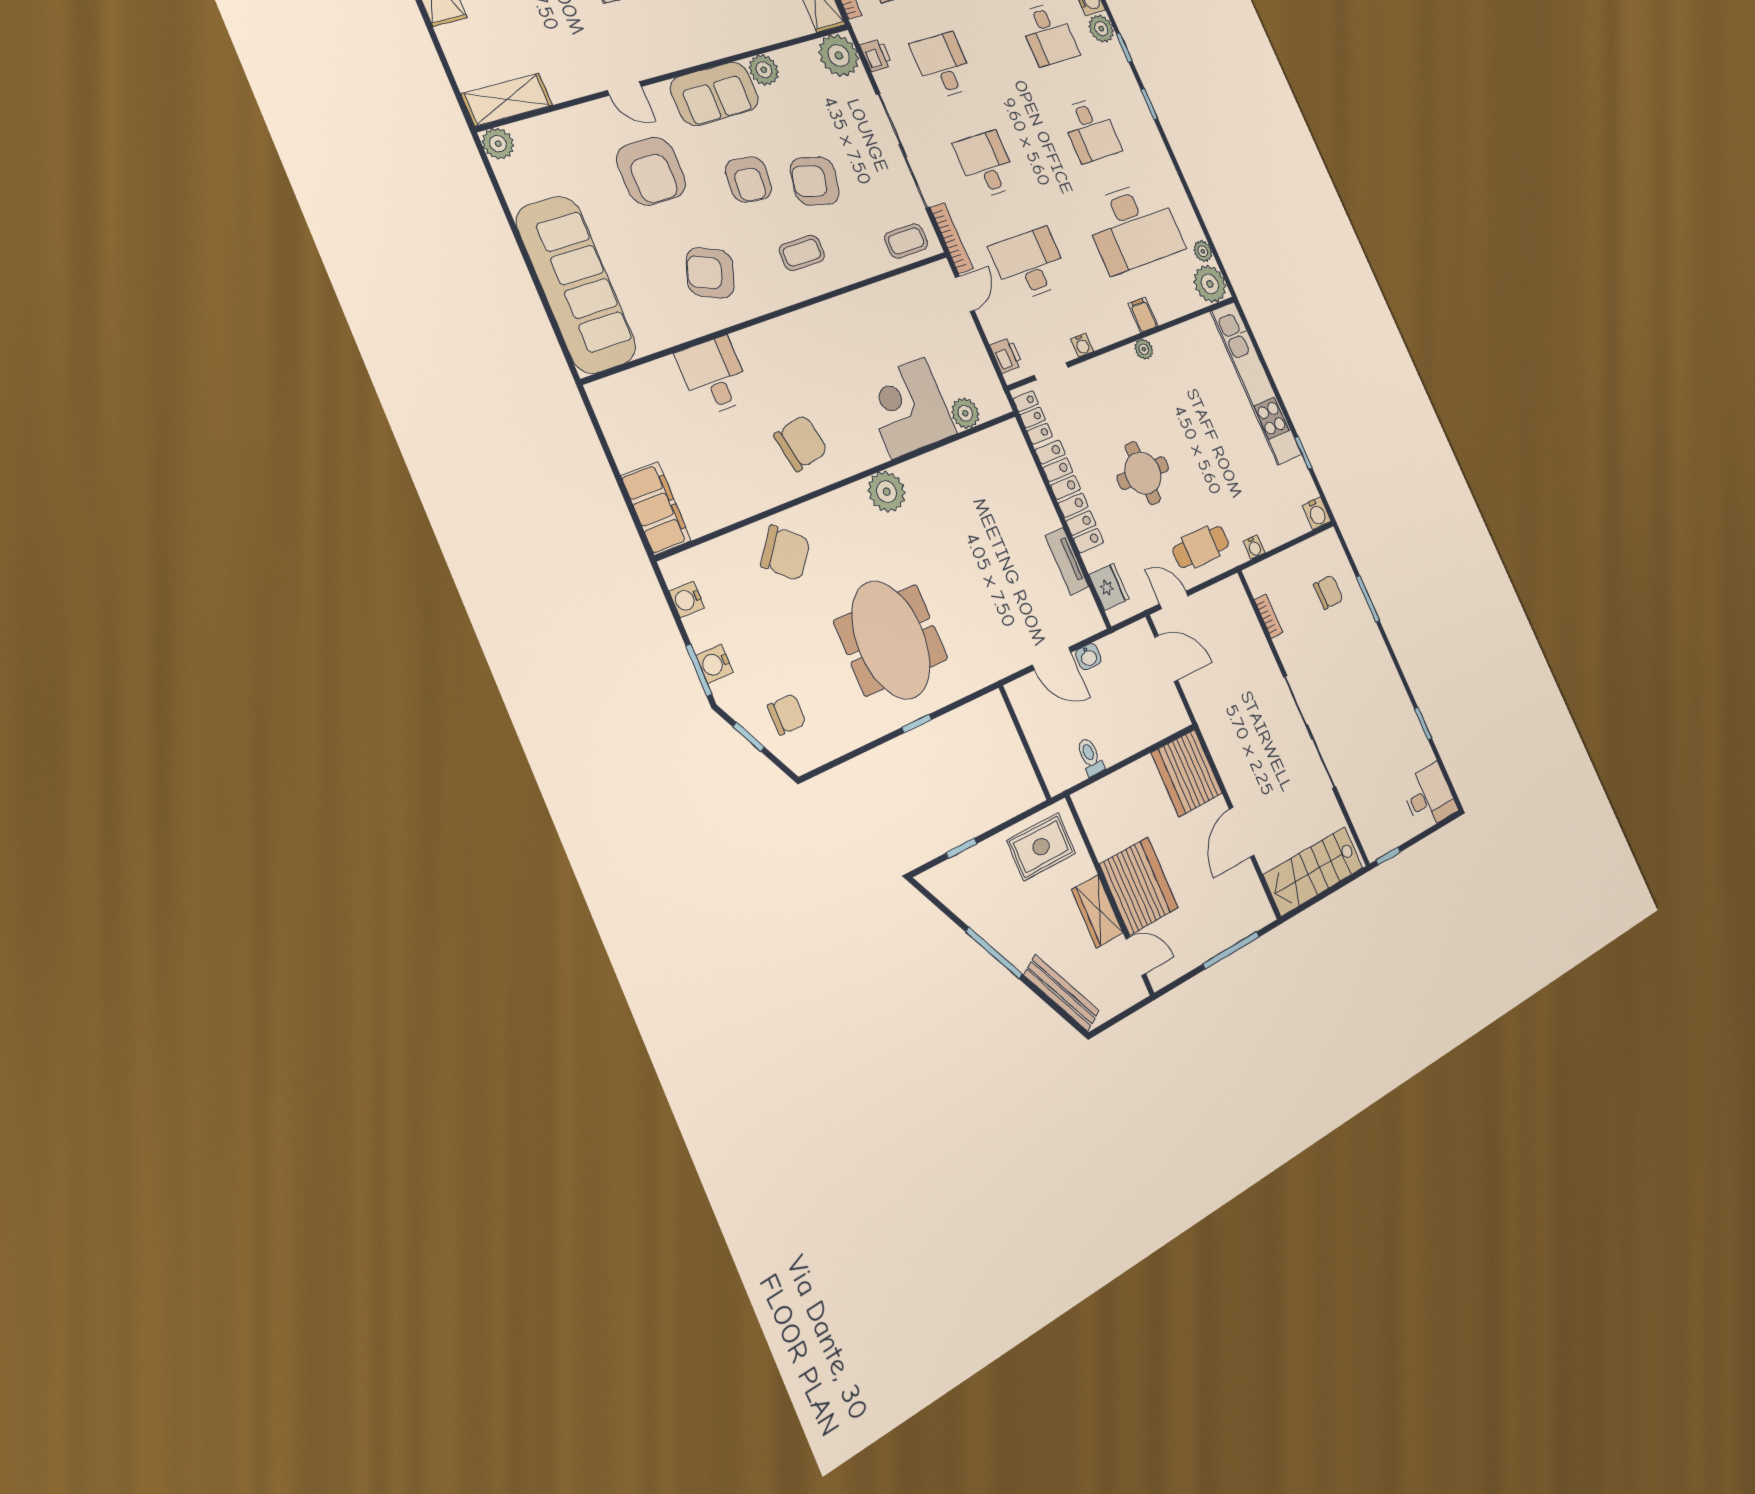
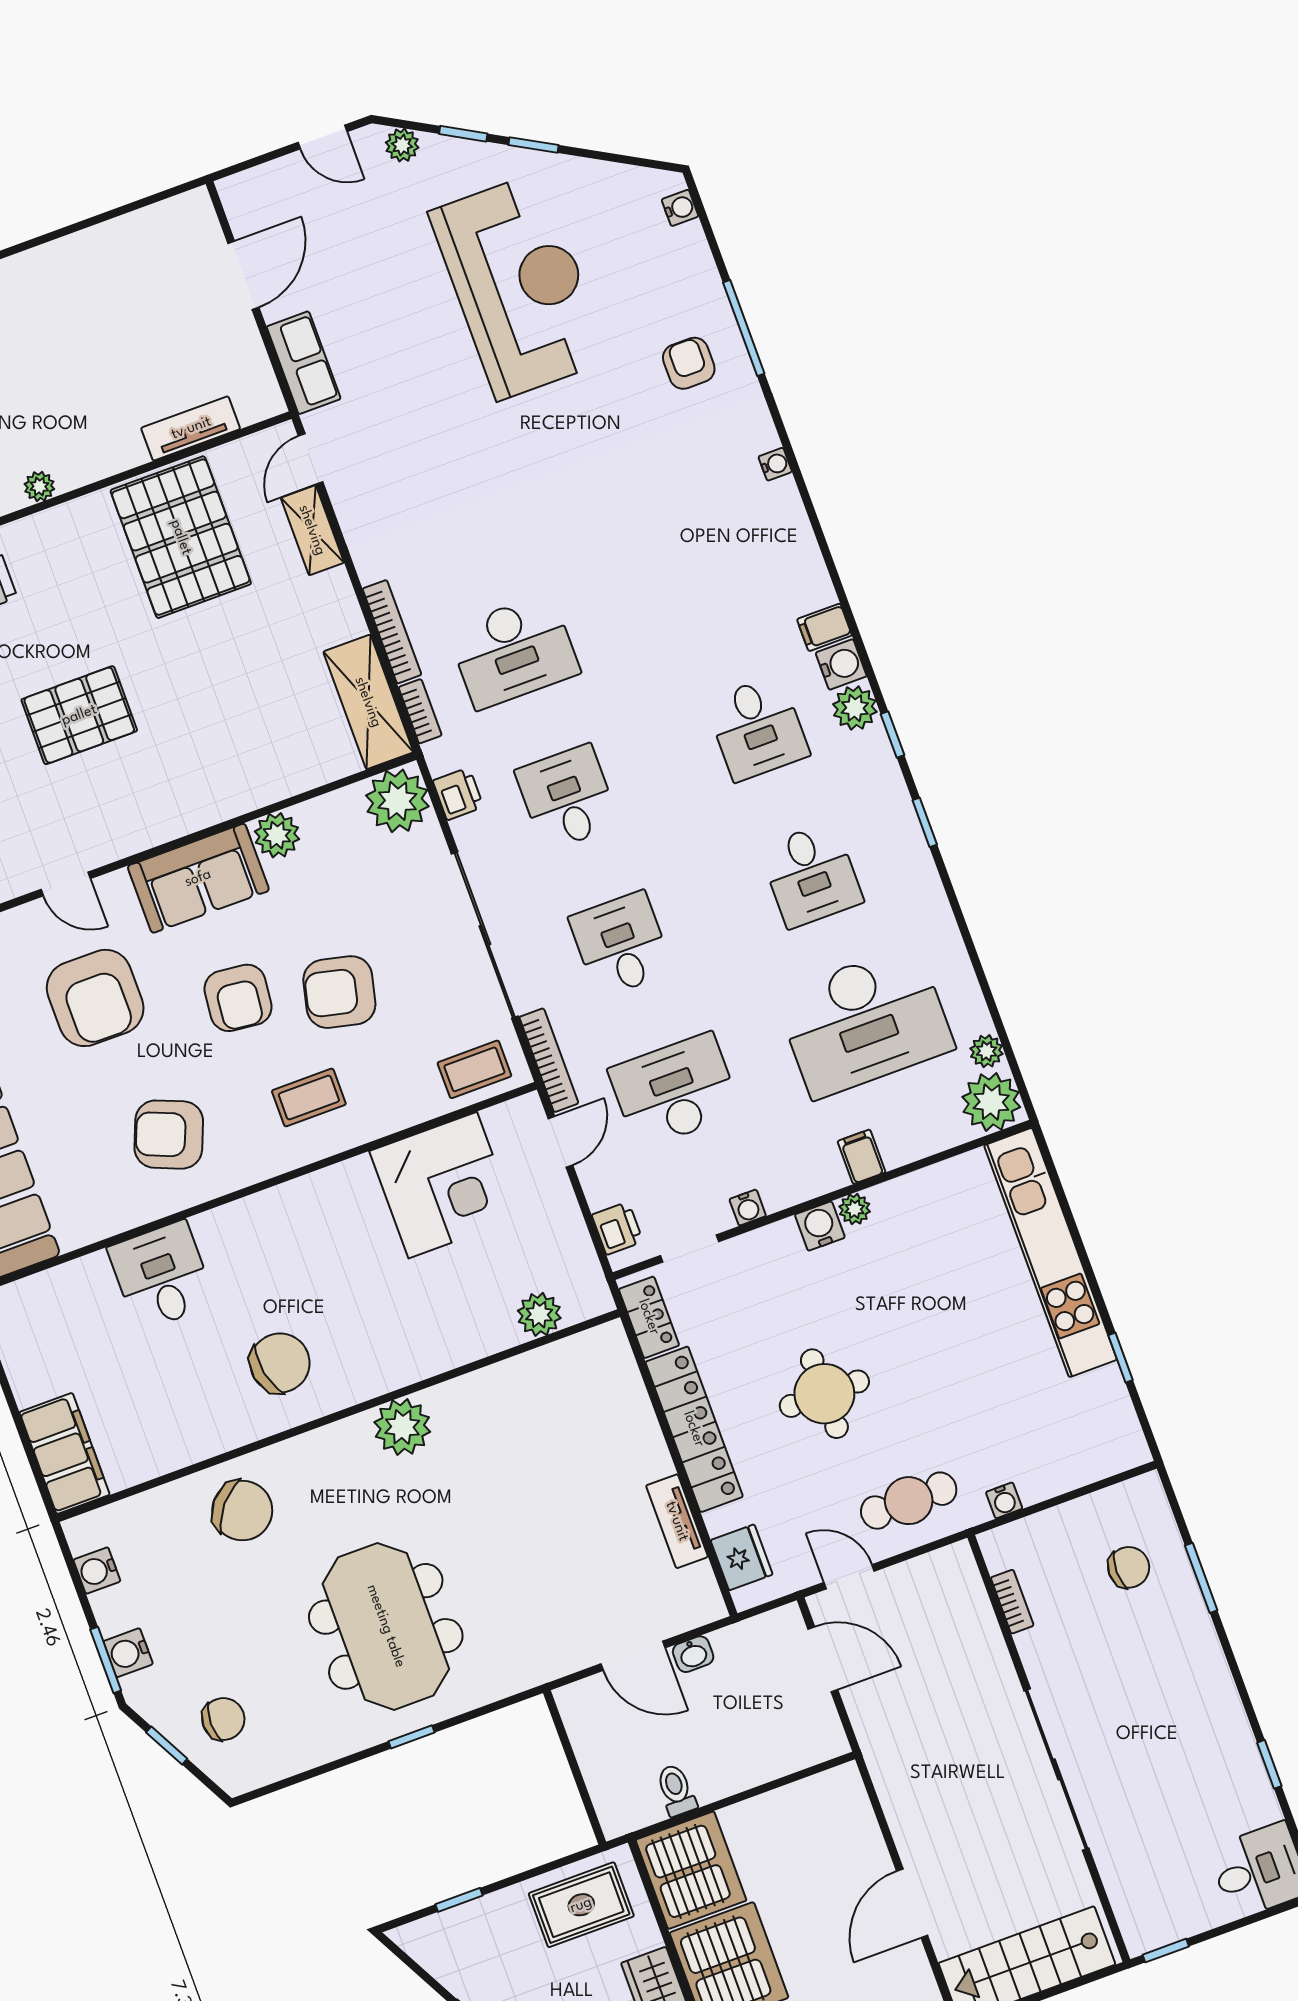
corner desk: (908, 408) -> (443, 1185), moved, turned 180
water cooler: (1317, 513) -> (820, 1226), moved, turned 180
server rack: (1187, 773) -> (691, 1870), moved, turned 180

